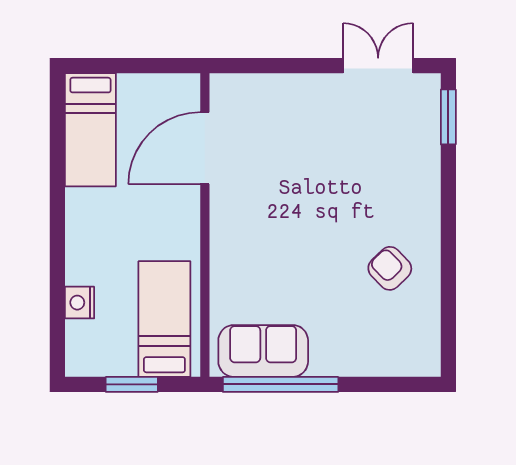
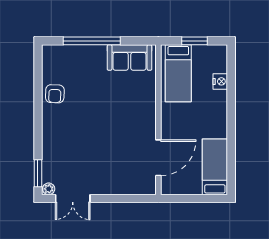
plant: (427, 85) -> (49, 189), added
armchair: (390, 268) -> (55, 94), moved, turned 46
window: (281, 384) -> (92, 41), moved

